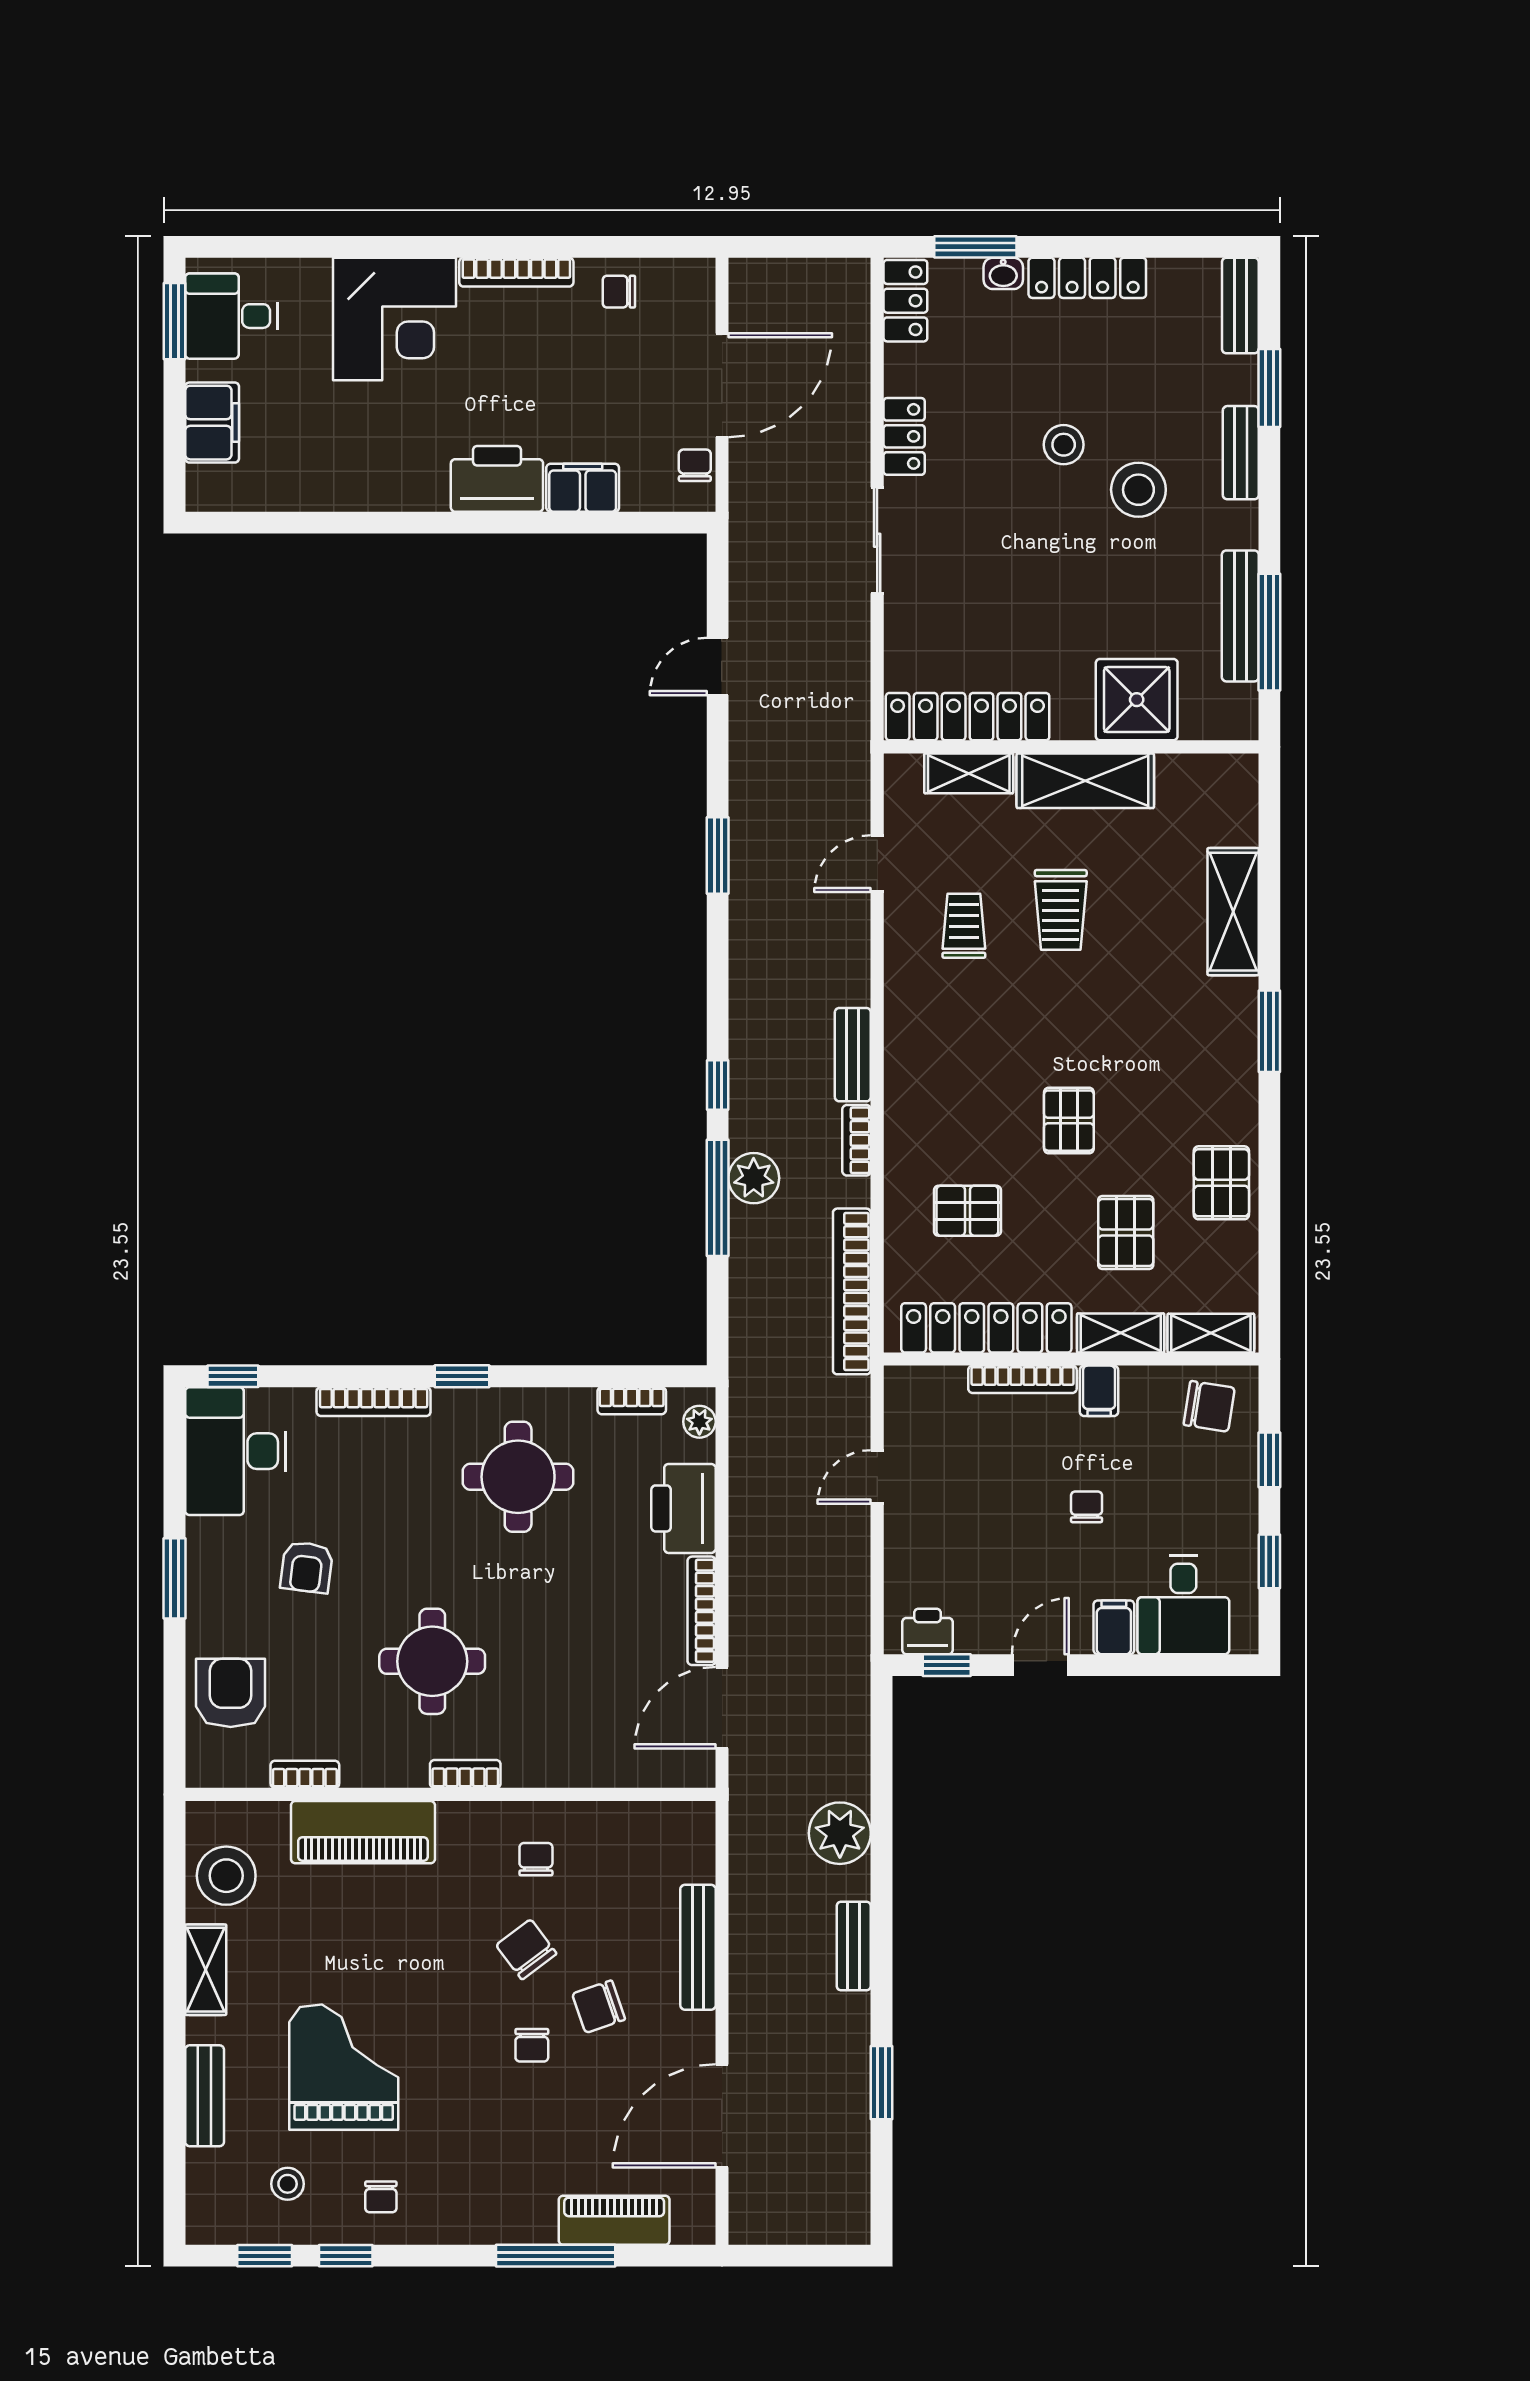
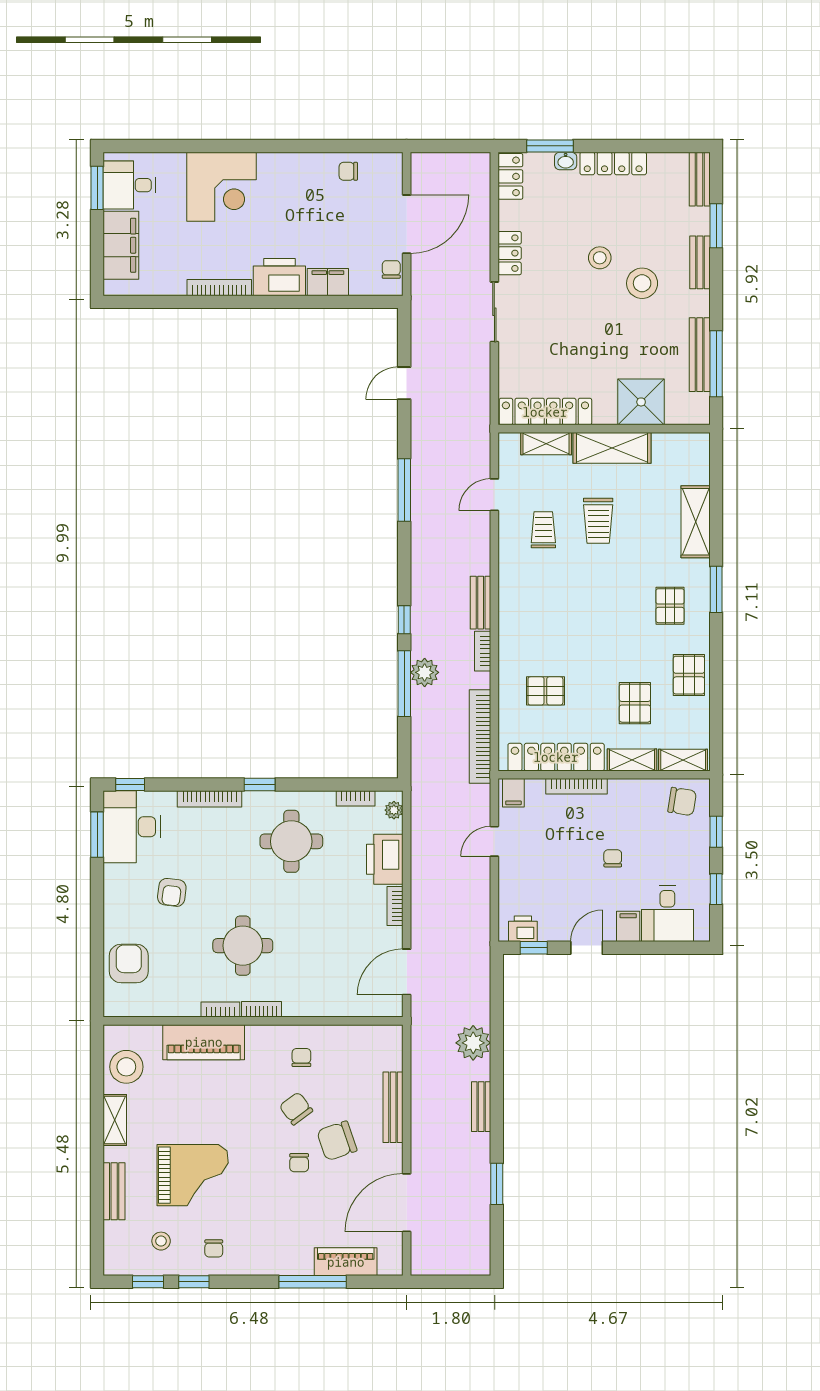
bookcase: (516, 272) -> (219, 288), moved, turned 180
filing cabinet: (212, 423) -> (121, 245), width x1.50, depth x1.17
window: (718, 855) -> (404, 490), width x1.44
pallet: (1069, 1121) -> (670, 606), moved
filing cabinet: (1099, 1391) -> (513, 793), moved
window: (174, 1578) -> (97, 835), moved
bookcase: (702, 1611) -> (395, 906), width x0.64
bookcase: (305, 1774) -> (220, 1010), moved
chair: (599, 2007) -> (337, 1141), width x1.37, depth x1.37
grand piano: (344, 2067) -> (193, 1175), turned 90

